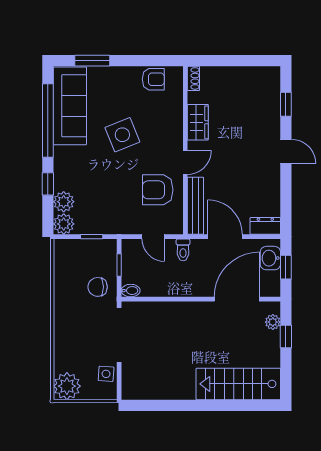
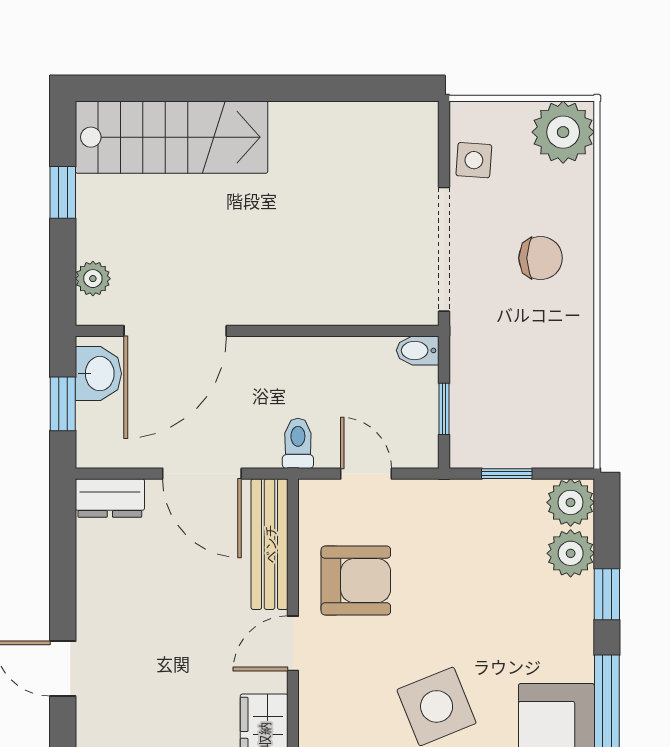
washbasin: (270, 258) -> (98, 374), moved
chair: (98, 287) -> (541, 258), moved
window: (286, 336) -> (63, 192), moved

